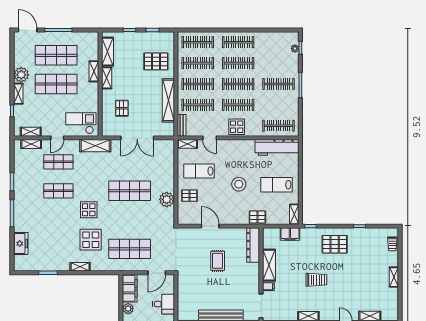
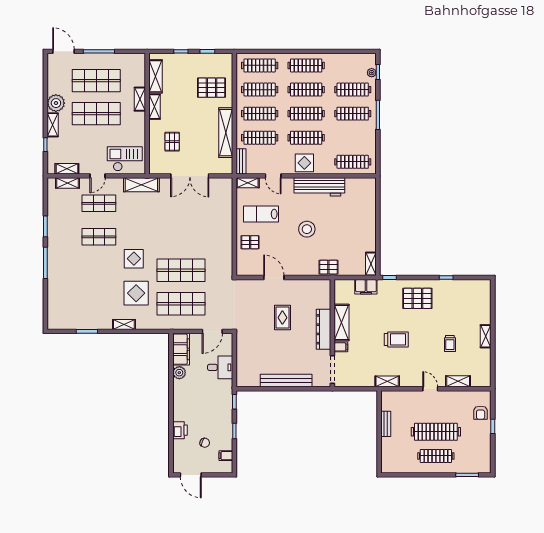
clothes rail: (279, 63) -> (353, 90), added
workbench: (277, 147) -> (319, 187), moved
lab bench: (277, 185) -> (350, 230), removed
shop shelf: (130, 191) -> (181, 270), moved
plant: (167, 199) -> (224, 247), removed
freezer: (21, 244) -> (55, 298), removed
trolley: (392, 244) -> (450, 343), moved
dresser: (253, 245) -> (323, 329), moved

